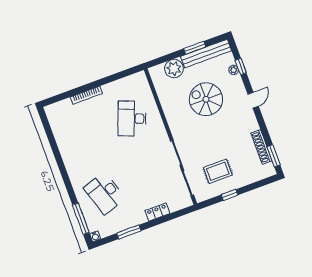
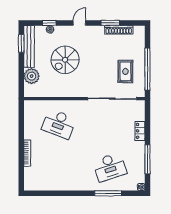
window: (195, 48) -> (21, 43), moved
door: (253, 100) -> (79, 23), hinge flipped
window: (274, 156) -> (110, 23), moved
window: (230, 195) -> (147, 69), width x3.17
window: (81, 219) -> (108, 193), moved
window: (129, 232) -> (147, 159), width x1.44

